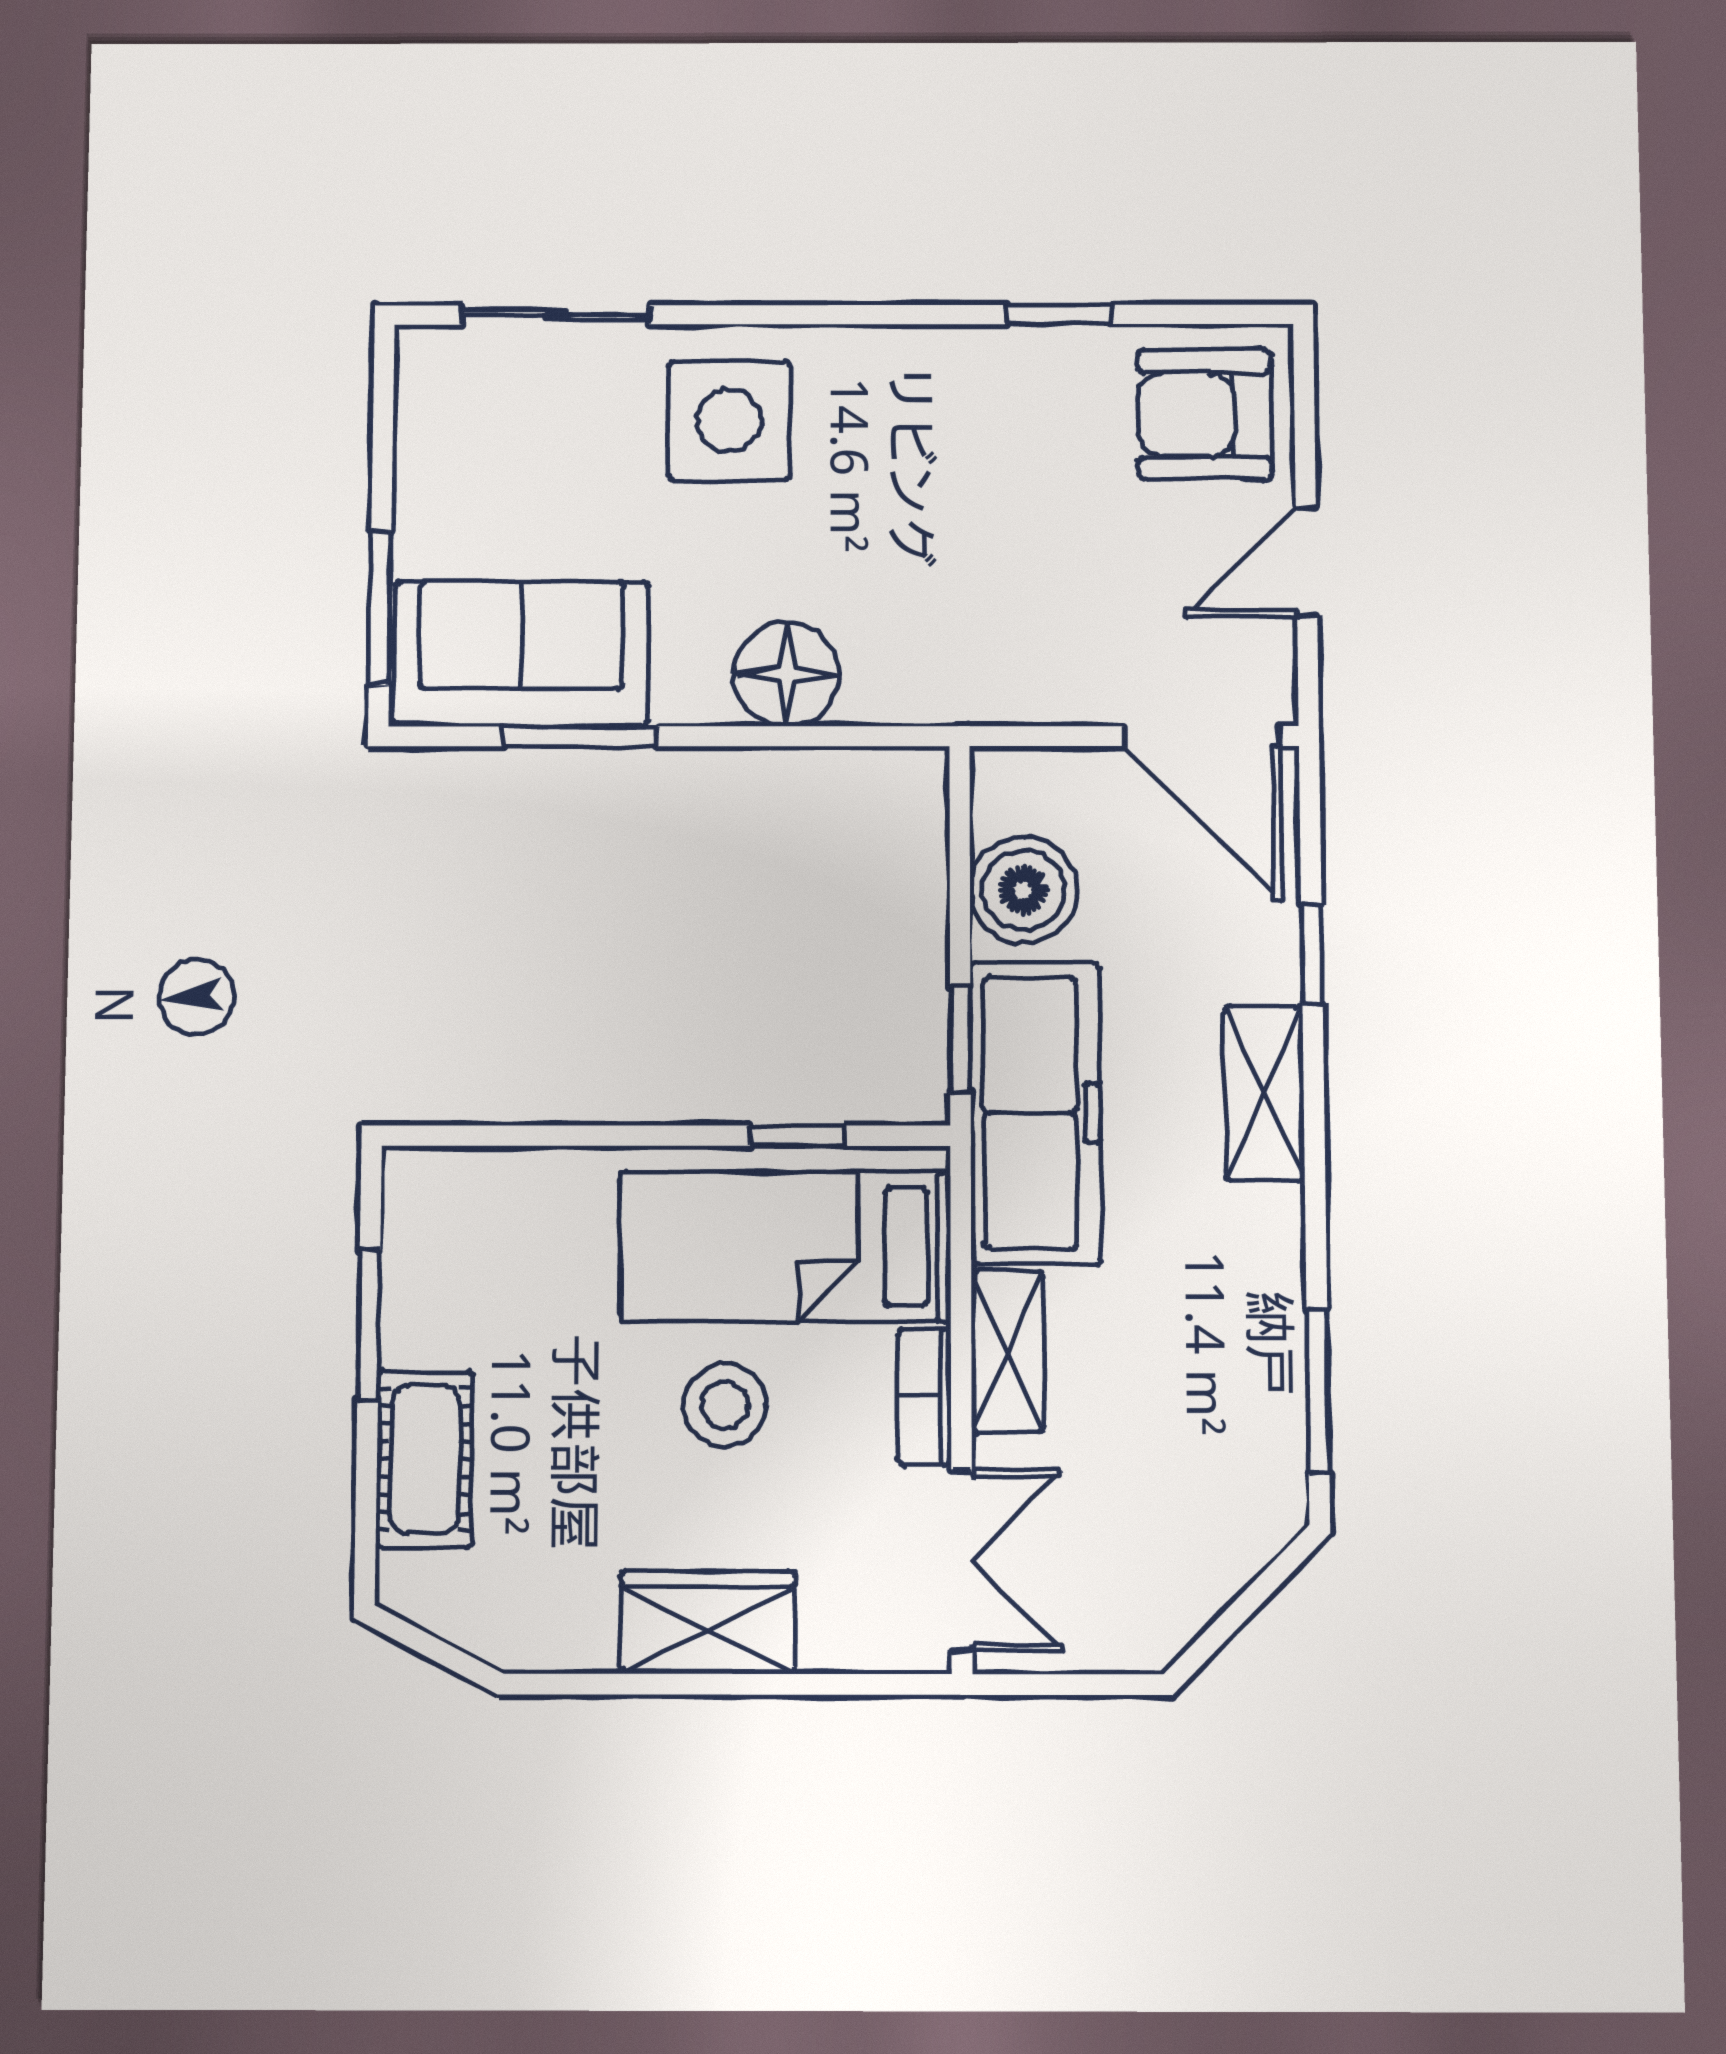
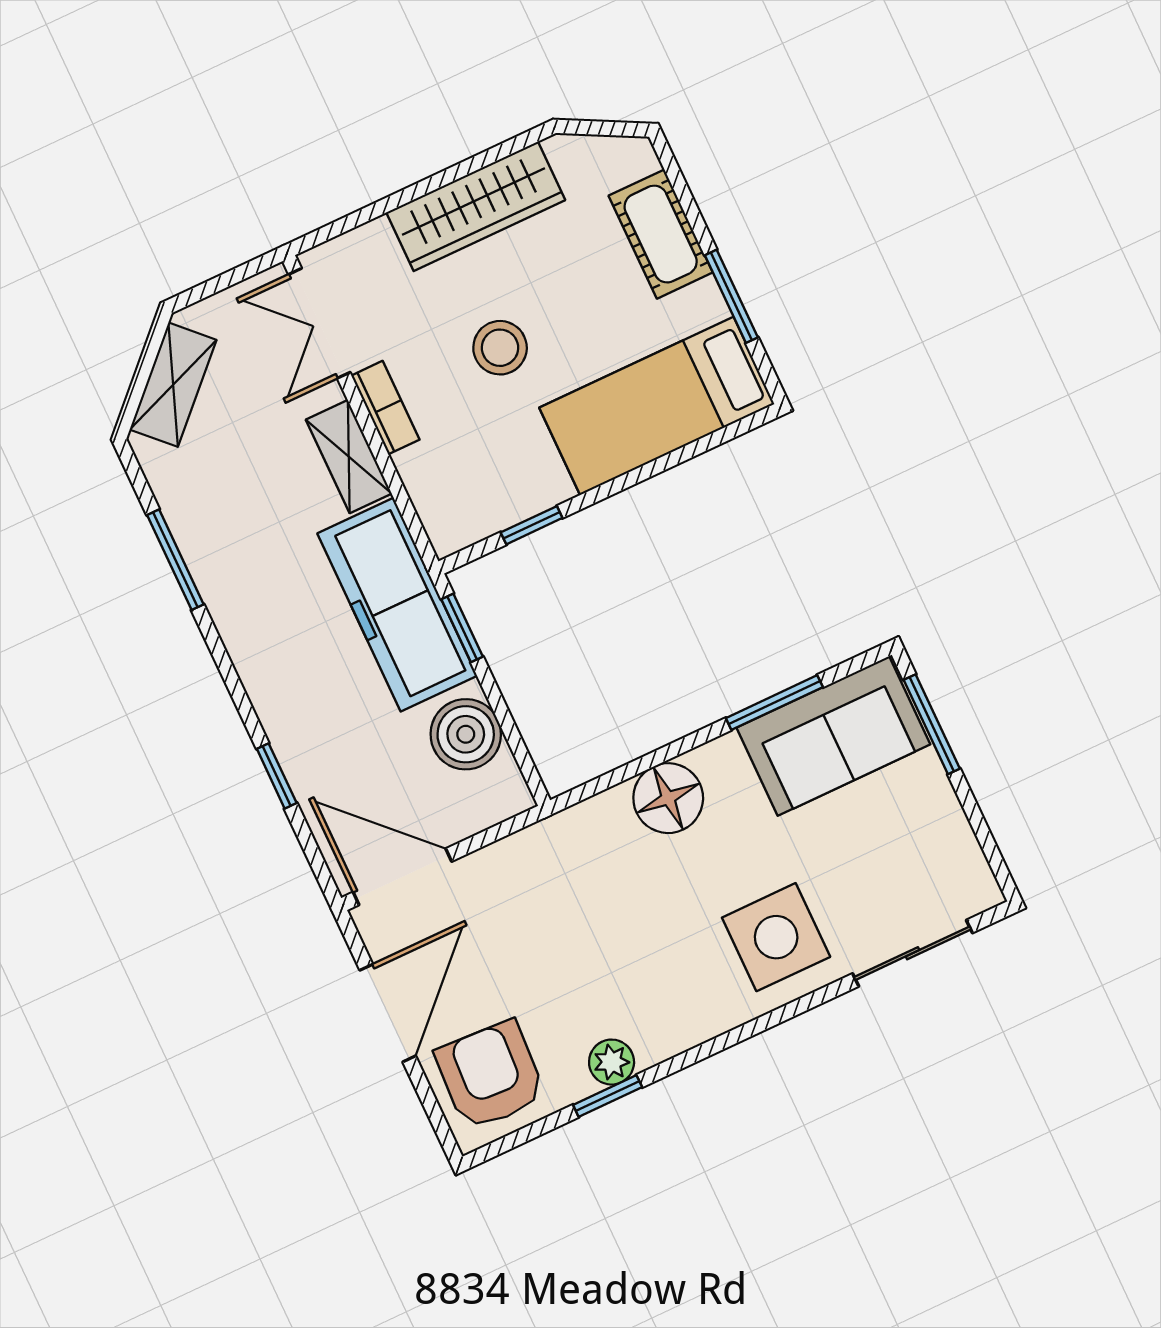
plant: (1031, 357) -> (612, 1062), added
armchair: (1205, 414) -> (490, 1075), turned -87
door: (1306, 562) -> (388, 1013), width x1.38
shelving: (1264, 1093) -> (173, 385), moved, turned 45
bed: (786, 1247) -> (657, 406), moved, turned 180
window: (1318, 1391) -> (175, 560), moved
wardrobe: (708, 1622) -> (476, 206), width x1.50

